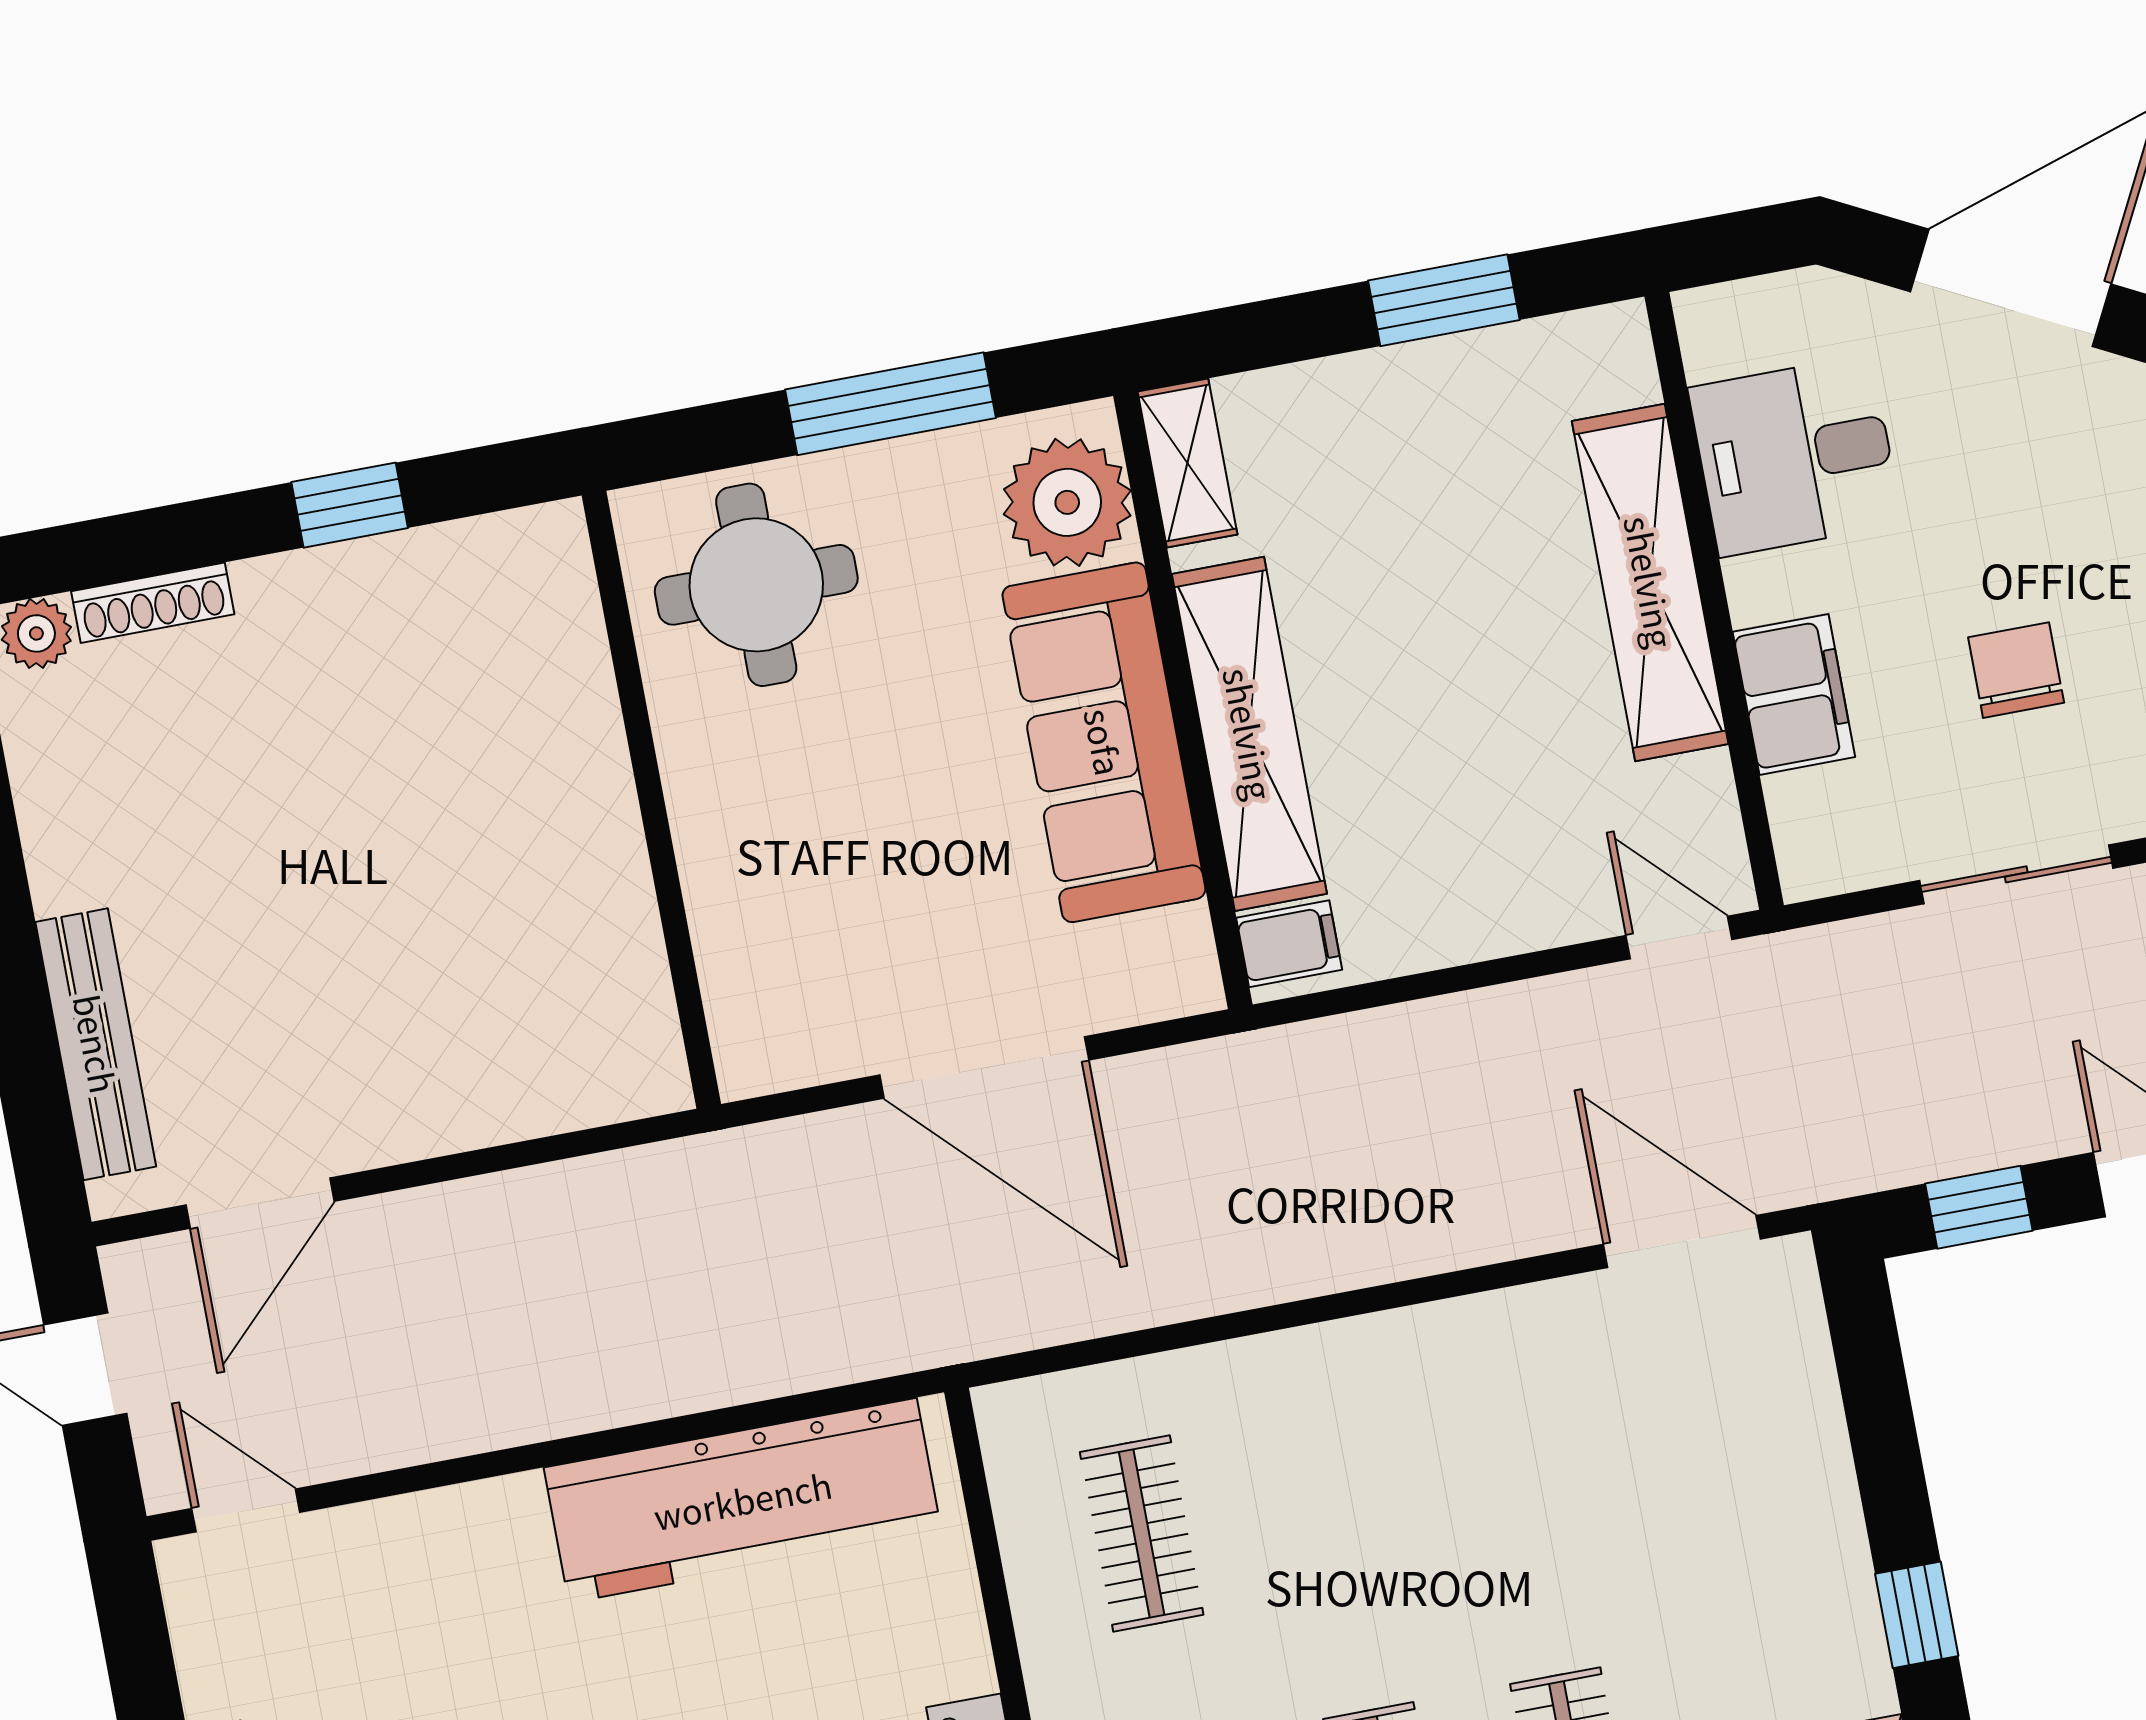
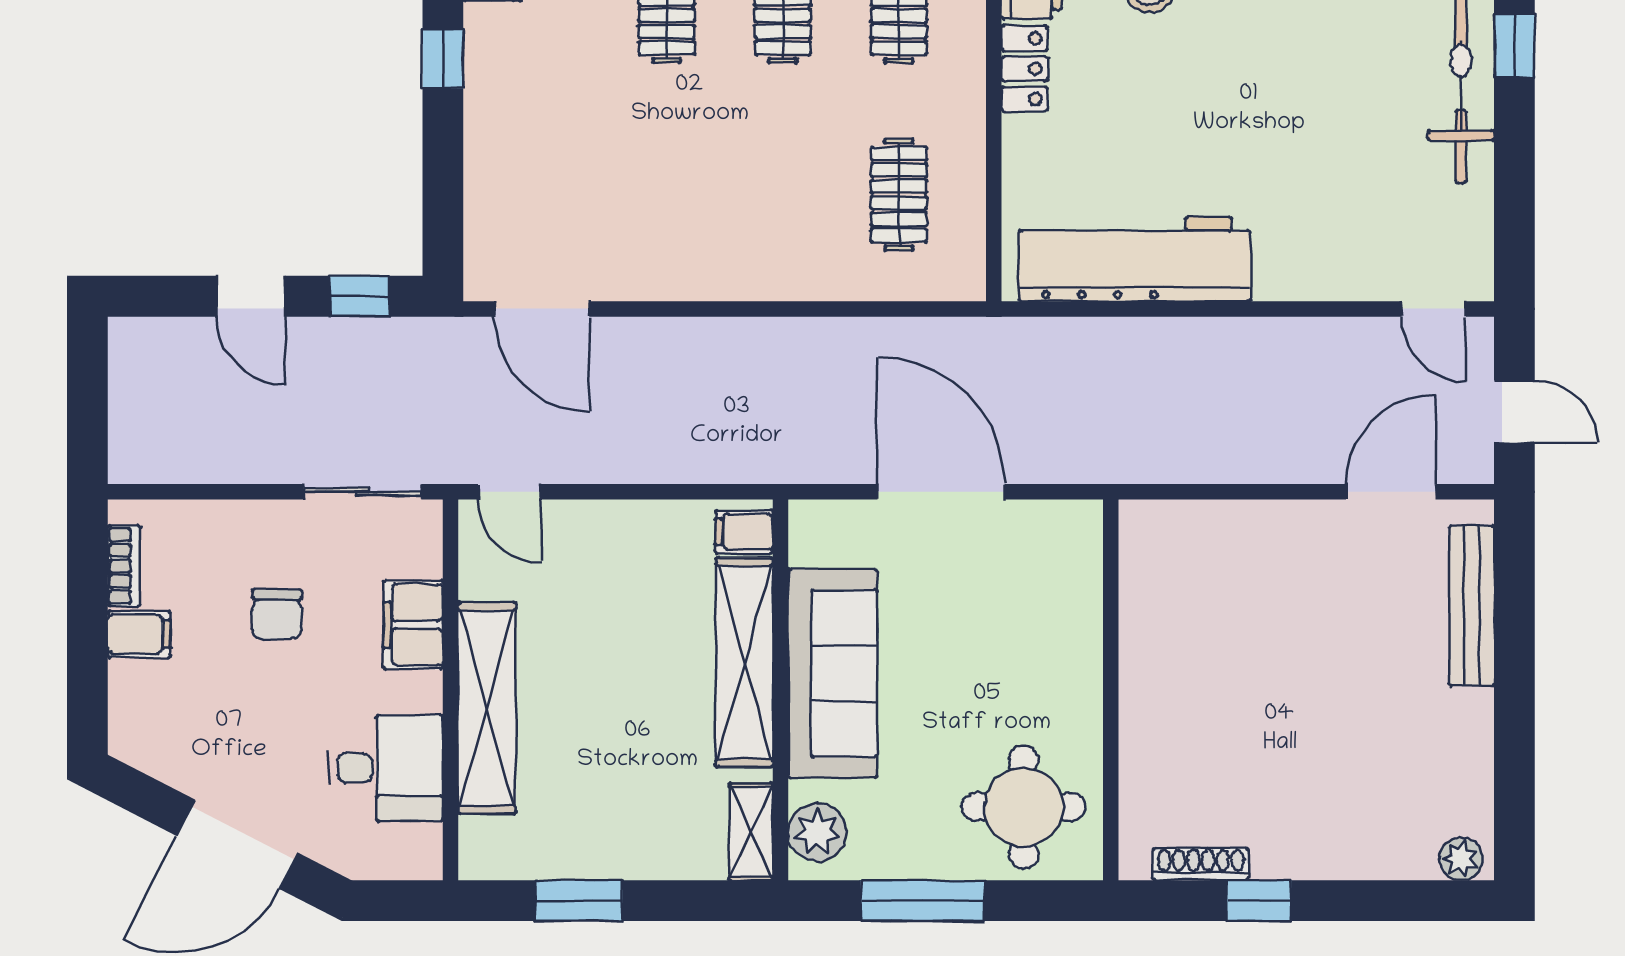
plant: (1067, 502) -> (817, 832), width x0.73, depth x0.73
shoe rack: (153, 603) -> (1201, 864), moved
sliding door: (2016, 874) -> (363, 492), moved

